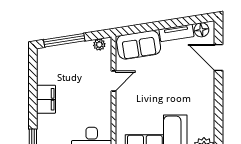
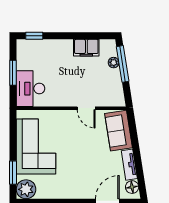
plant: (99, 45) -> (114, 63), moved
filing cabinet: (46, 99) -> (86, 48), moved

